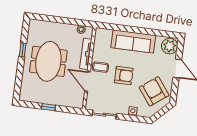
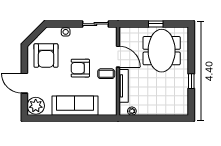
meeting table: (48, 61) -> (162, 51), moved
armchair: (154, 91) -> (46, 56), turned 37

